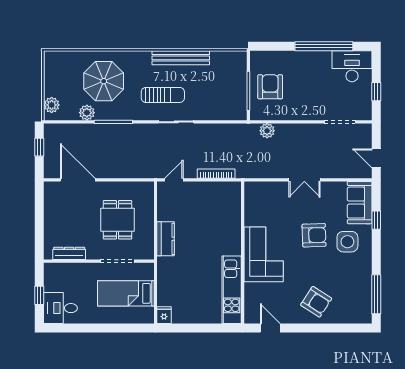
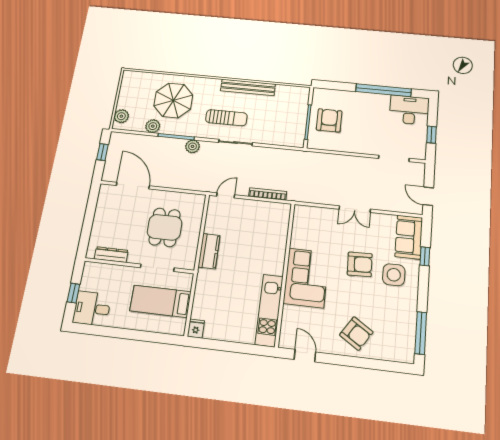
plant: (267, 131) -> (193, 146), moved

